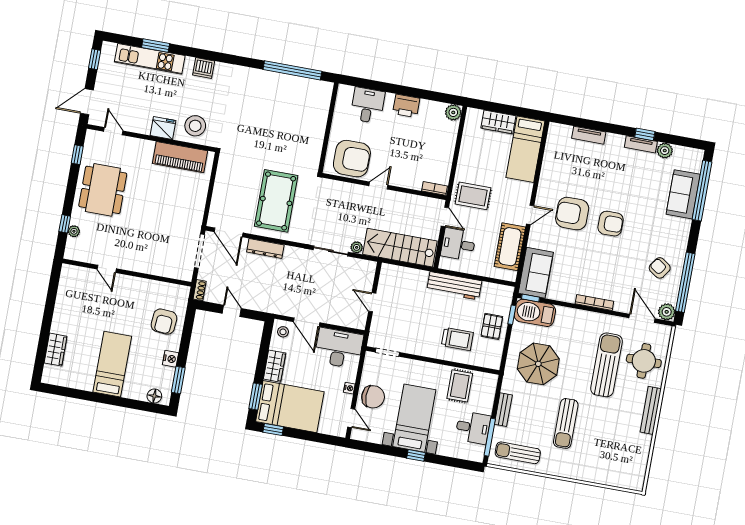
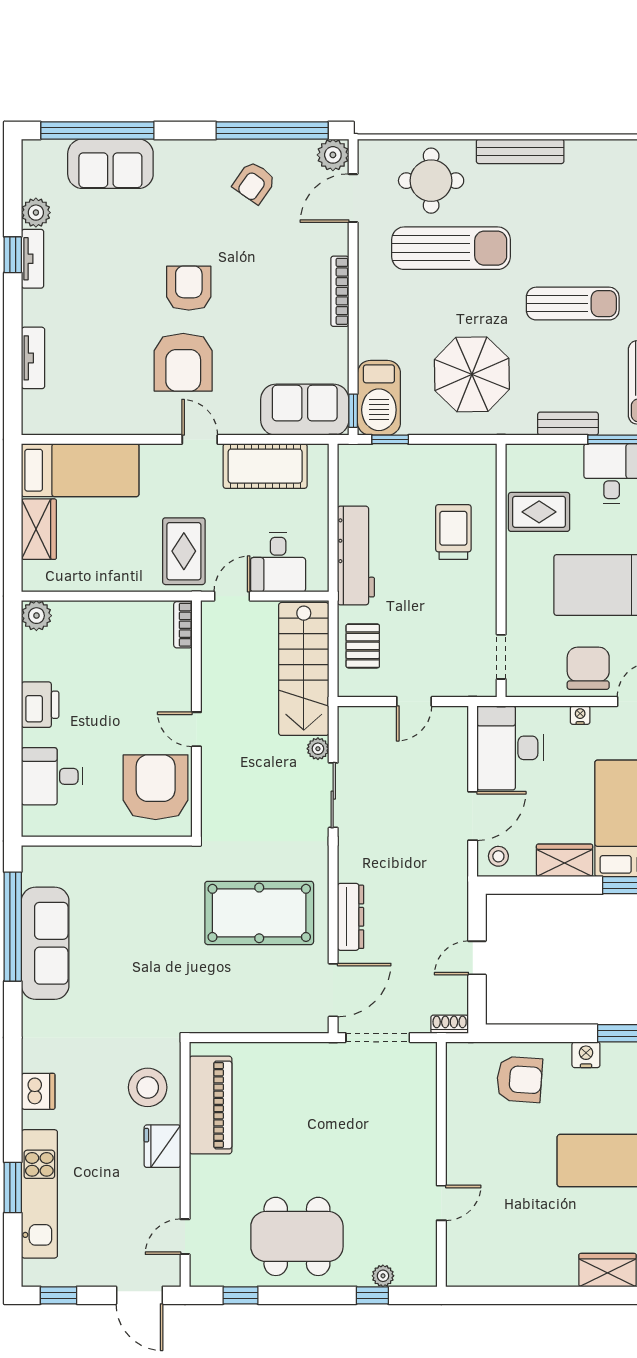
sofa: (281, 86) -> (45, 943), added
pallet: (492, 326) -> (363, 646), moved, turned 90
sun lounger: (606, 365) -> (451, 248), turned 180

